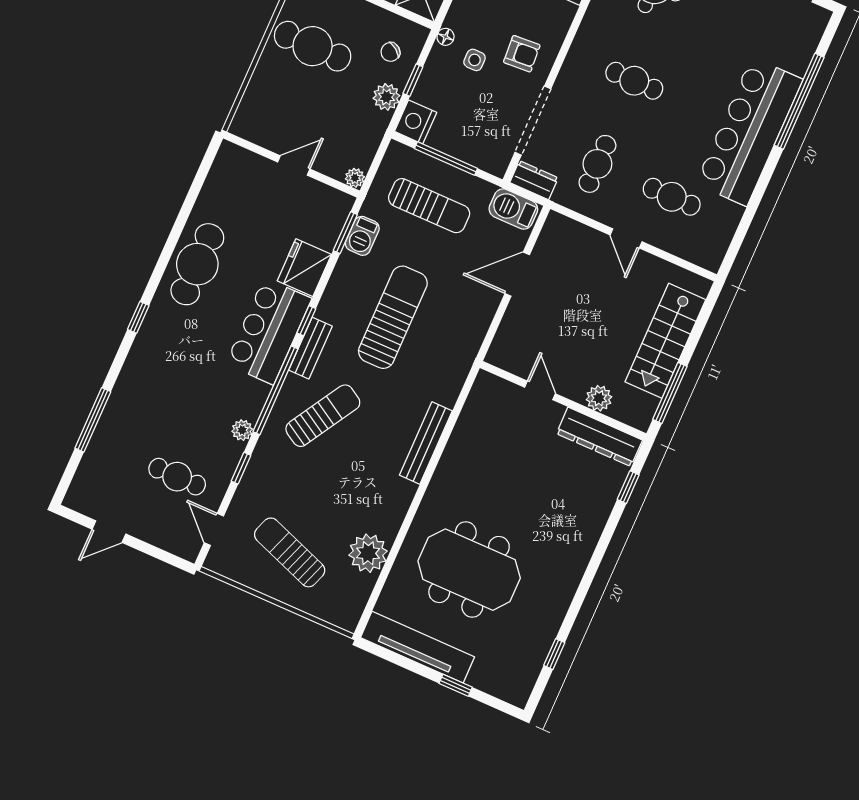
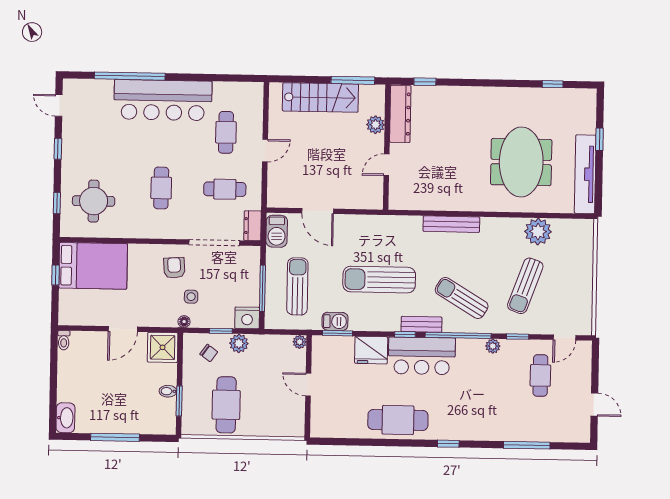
sun lounger: (290, 552) -> (525, 286), moved

